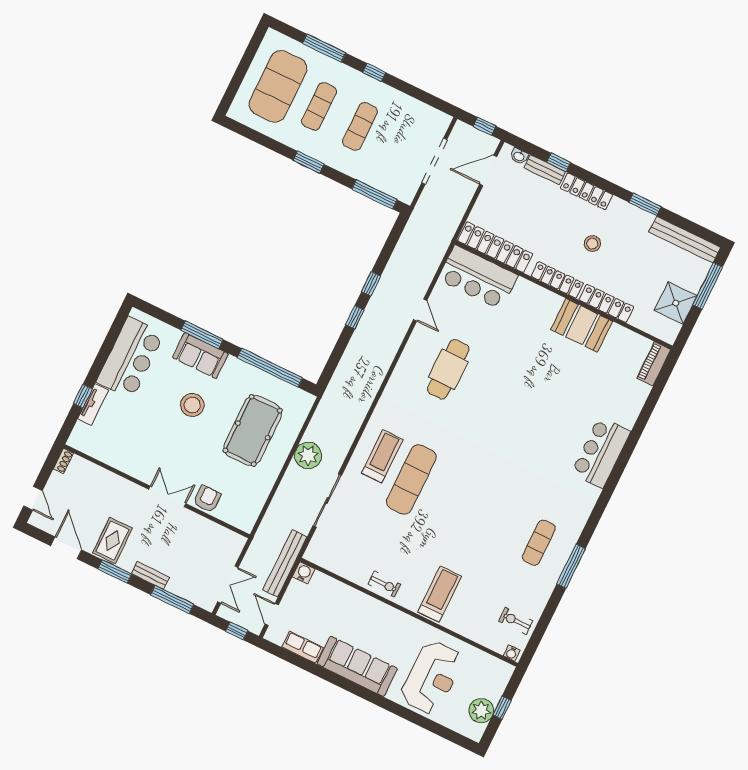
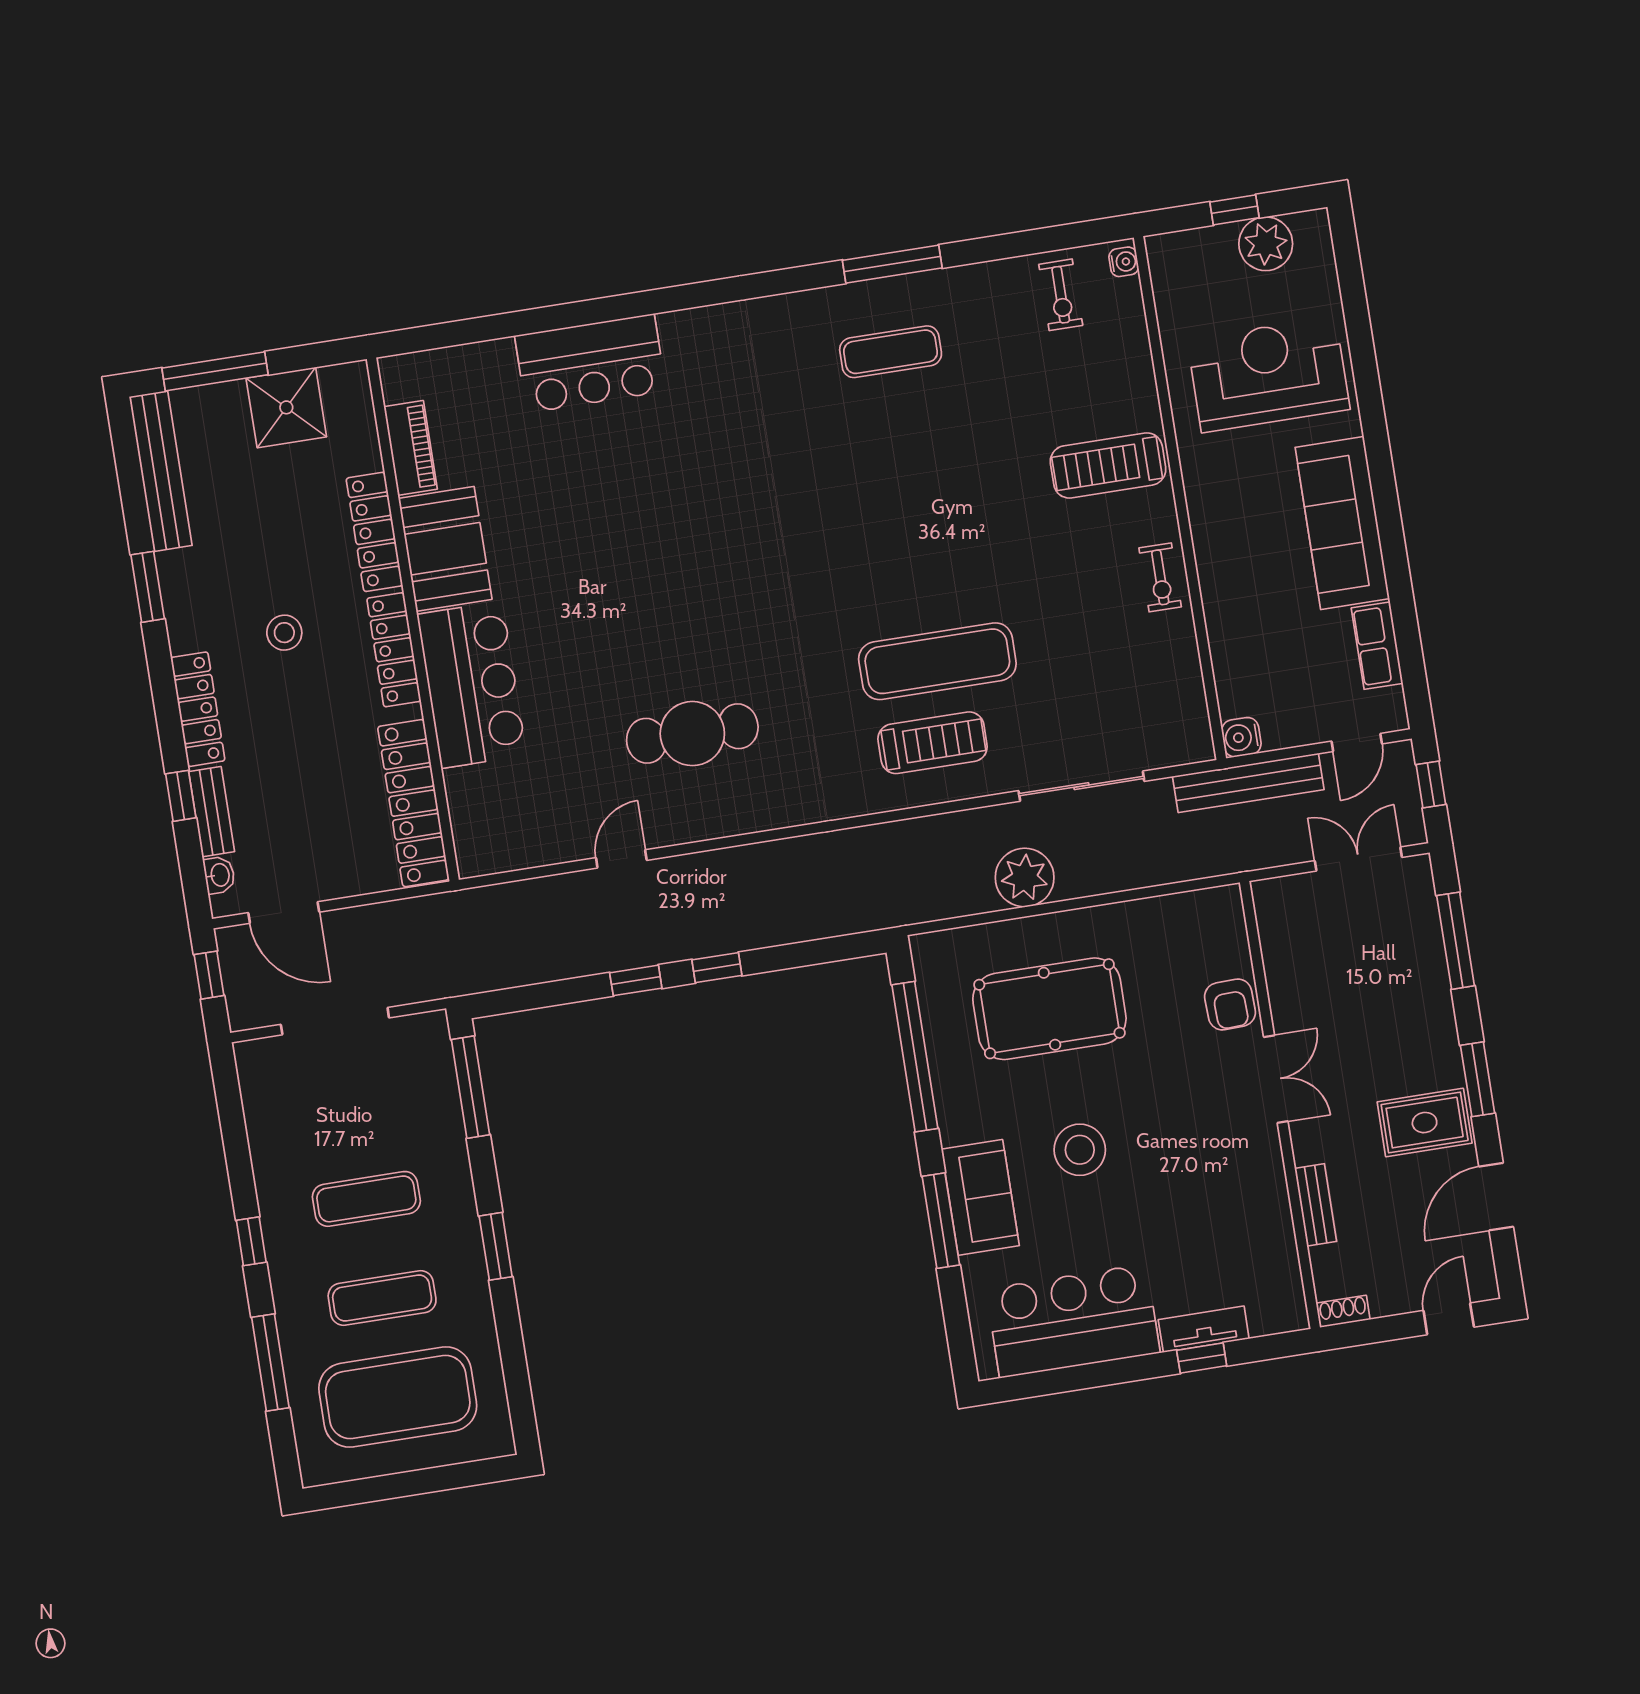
bar counter: (478, 277) -> (472, 685), moved
piano: (654, 364) -> (411, 448), moved, turned -90
bar counter: (601, 452) -> (590, 363), moved
treadmill: (382, 456) -> (933, 743), turned 180
double door: (167, 496) -> (1276, 1079), swing flipped
armchair: (207, 499) -> (1230, 1004), turned -92
bench: (150, 575) -> (1316, 1205), moved
exercise bike: (384, 584) -> (1160, 577), turned 180

